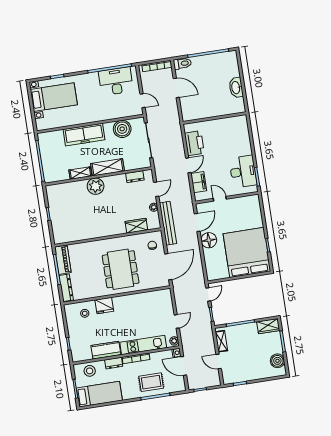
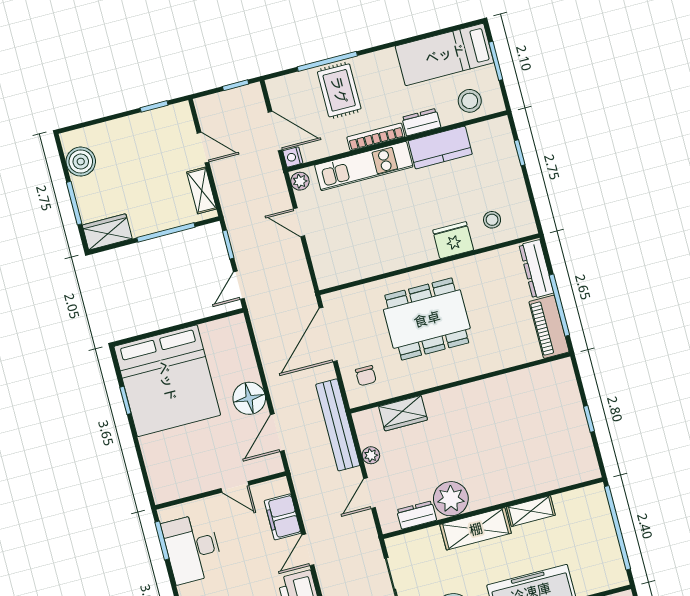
plant: (96, 186) -> (451, 499), moved
dining table: (121, 269) -> (427, 319), turned 90
door: (177, 321) -> (299, 222), hinge flipped
rug: (151, 382) -> (339, 90), turned 90

